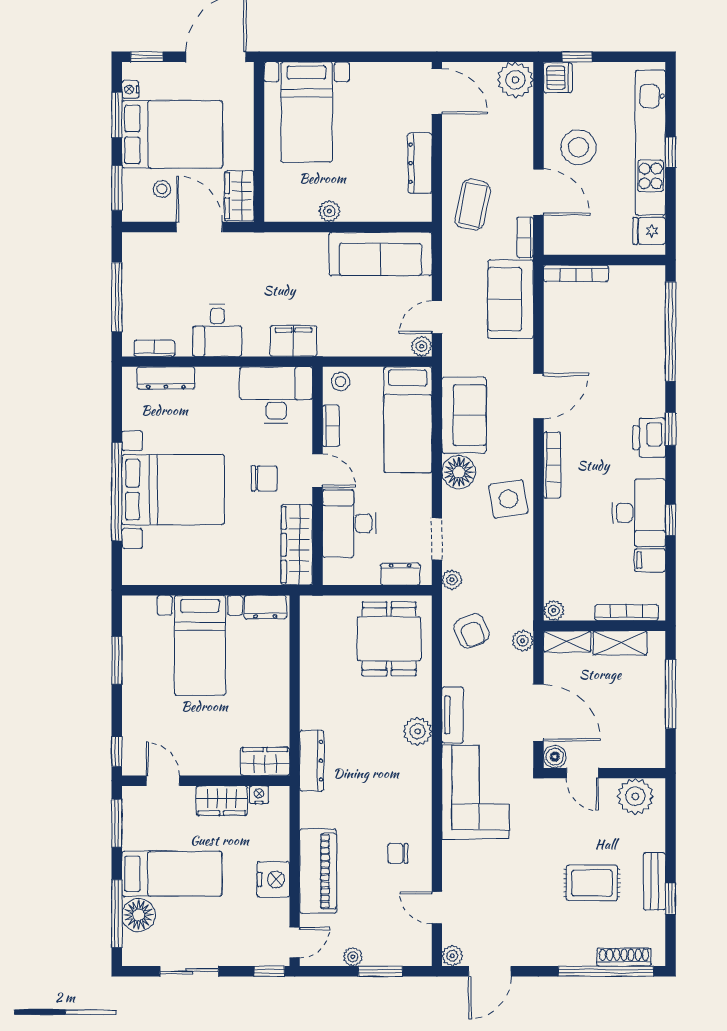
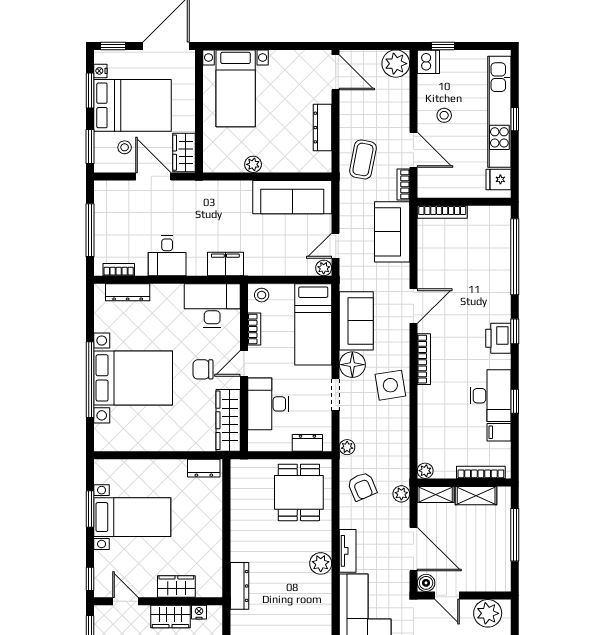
stool: (578, 147) -> (444, 115), width x0.53, depth x0.53
door: (317, 471) -> (244, 363), swing flipped
chair: (264, 478) -> (203, 369), turned 180
doorway: (437, 539) -> (336, 395), moved
bed with nightstands: (200, 645) -> (132, 517), moved, turned -90
wardrobe: (265, 761) -> (176, 587), moved

